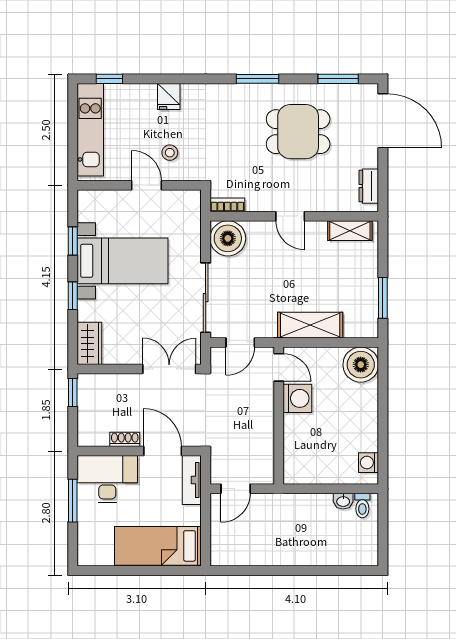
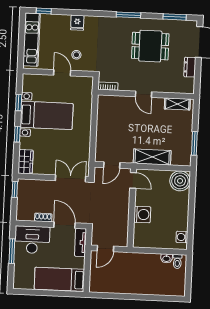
dresser: (369, 186) -> (190, 67), moved
boiler: (228, 238) -> (107, 105), removed
sliding door: (206, 298) -> (93, 139), removed
washing machine: (297, 398) -> (142, 214), moved

